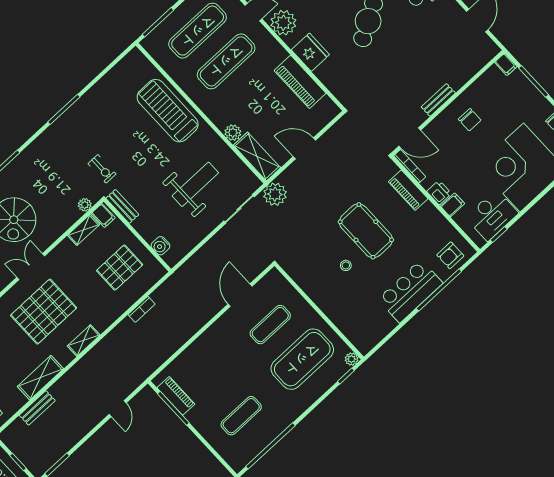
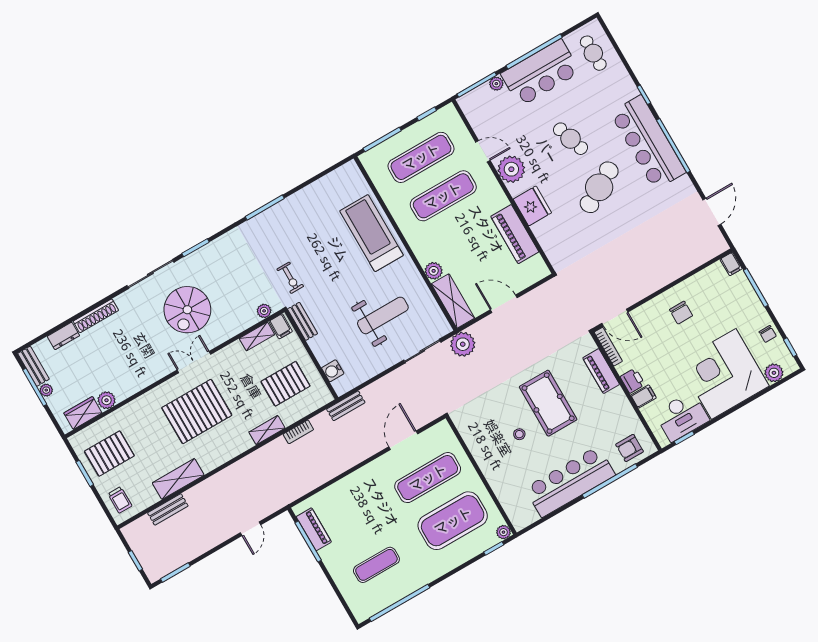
bench: (438, 100) -> (346, 406), moved
bar counter: (410, 291) -> (570, 482), width x1.36
exercise mat: (270, 325) -> (428, 478), width x1.36, depth x1.45
shelving: (84, 340) -> (267, 430), moved

